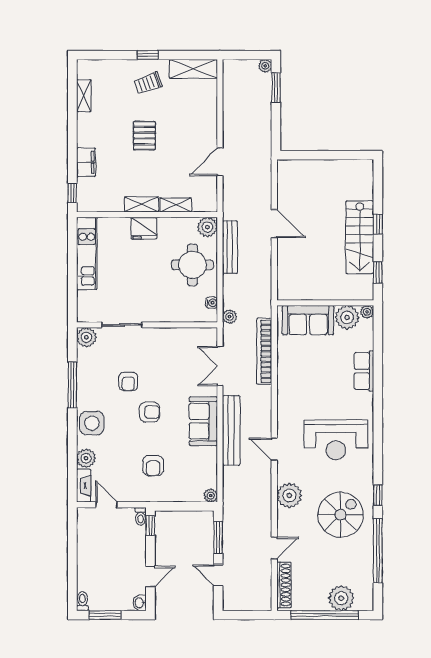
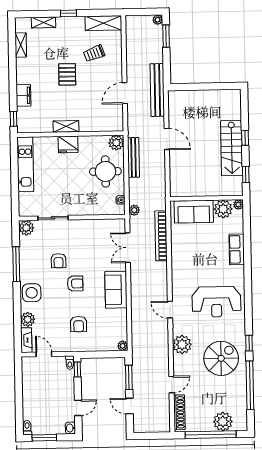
trolley: (148, 83) -> (94, 53), moved
shelving: (176, 205) -> (43, 22), moved
bench: (231, 430) -> (157, 90), moved

